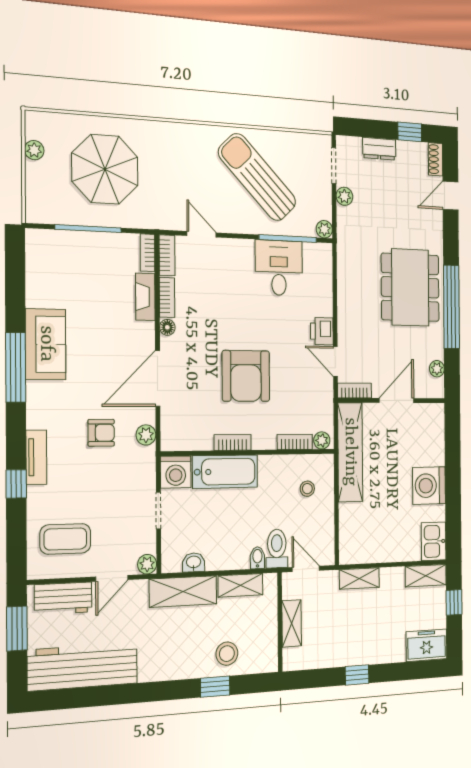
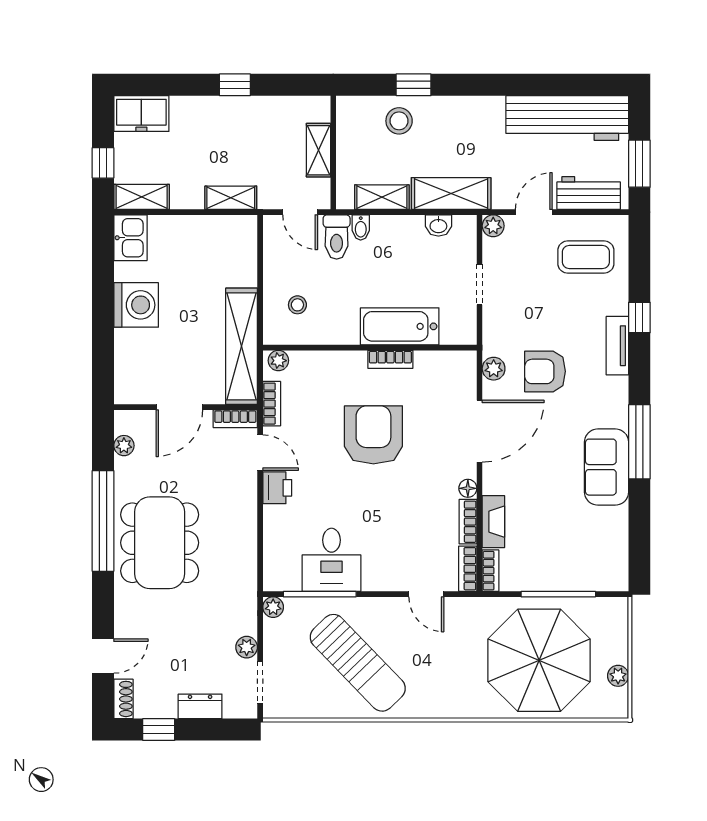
parasol: (105, 169) -> (539, 660), width x1.36, depth x1.36
armchair: (101, 433) -> (545, 371), width x1.38, depth x1.38
bookcase: (295, 442) -> (272, 404), moved, turned -90
washing machine: (176, 472) -> (459, 327), removed

